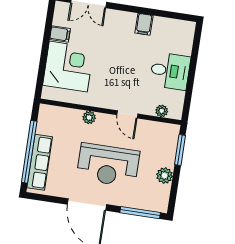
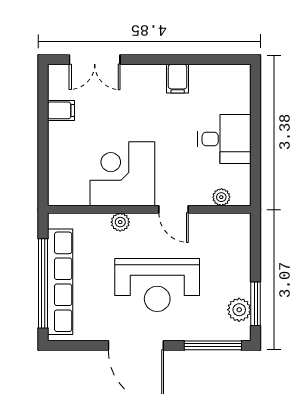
corner desk: (68, 66) -> (122, 174), moved, turned -90
window: (180, 150) -> (256, 304), moved
row of seats: (40, 162) -> (60, 282), width x1.36
plant: (165, 175) -> (239, 310), moved

